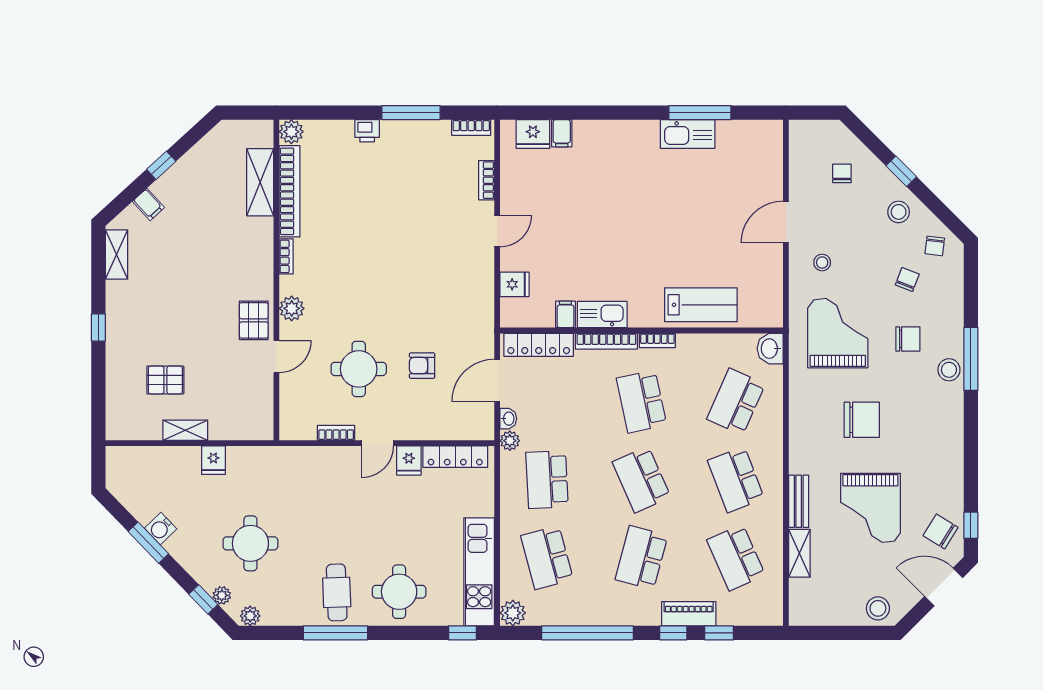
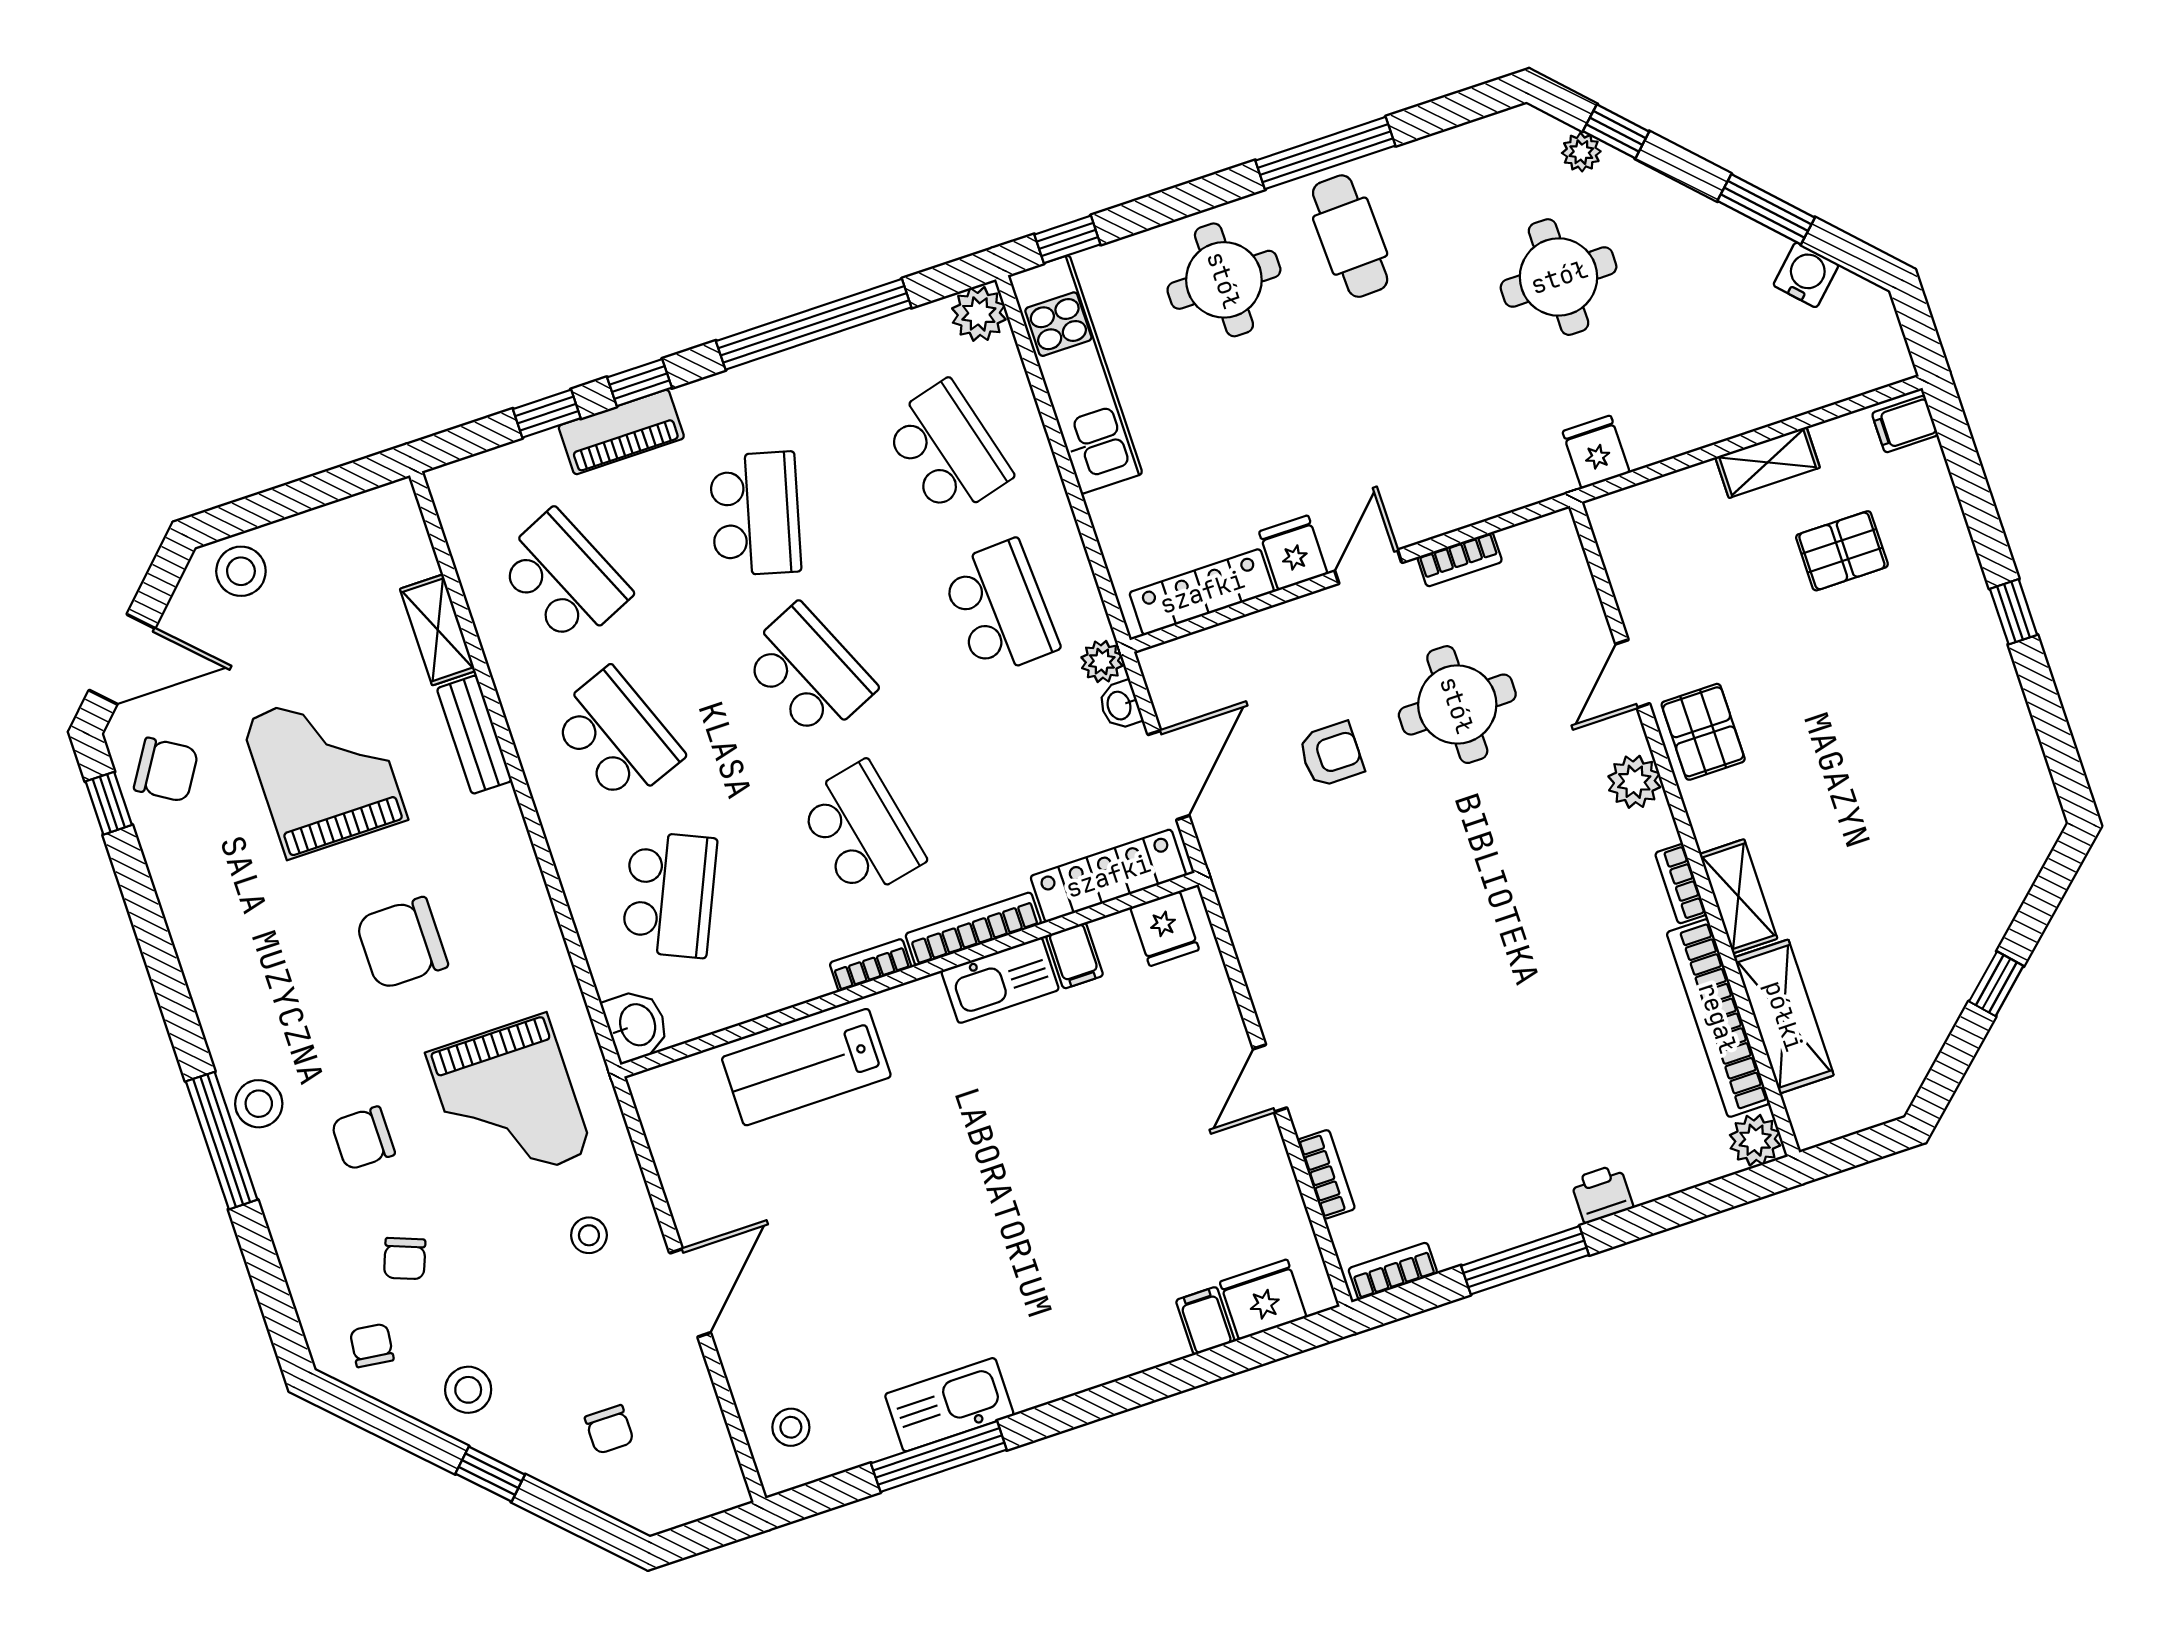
stool: (761, 147) -> (791, 1427), added
filing cabinet: (148, 204) -> (1905, 424), moved, turned -48
shelving: (117, 254) -> (1738, 896), moved
fridge: (515, 284) -> (1165, 929), moved, turned -90
fridge: (213, 460) -> (1596, 452), moved
water cooler: (161, 528) -> (1806, 275), moved
plant: (250, 616) -> (1510, 130), removed

